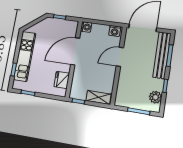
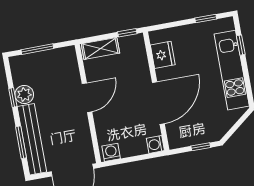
door: (120, 57) -> (87, 98), moved
plant: (155, 97) -> (24, 94), moved

